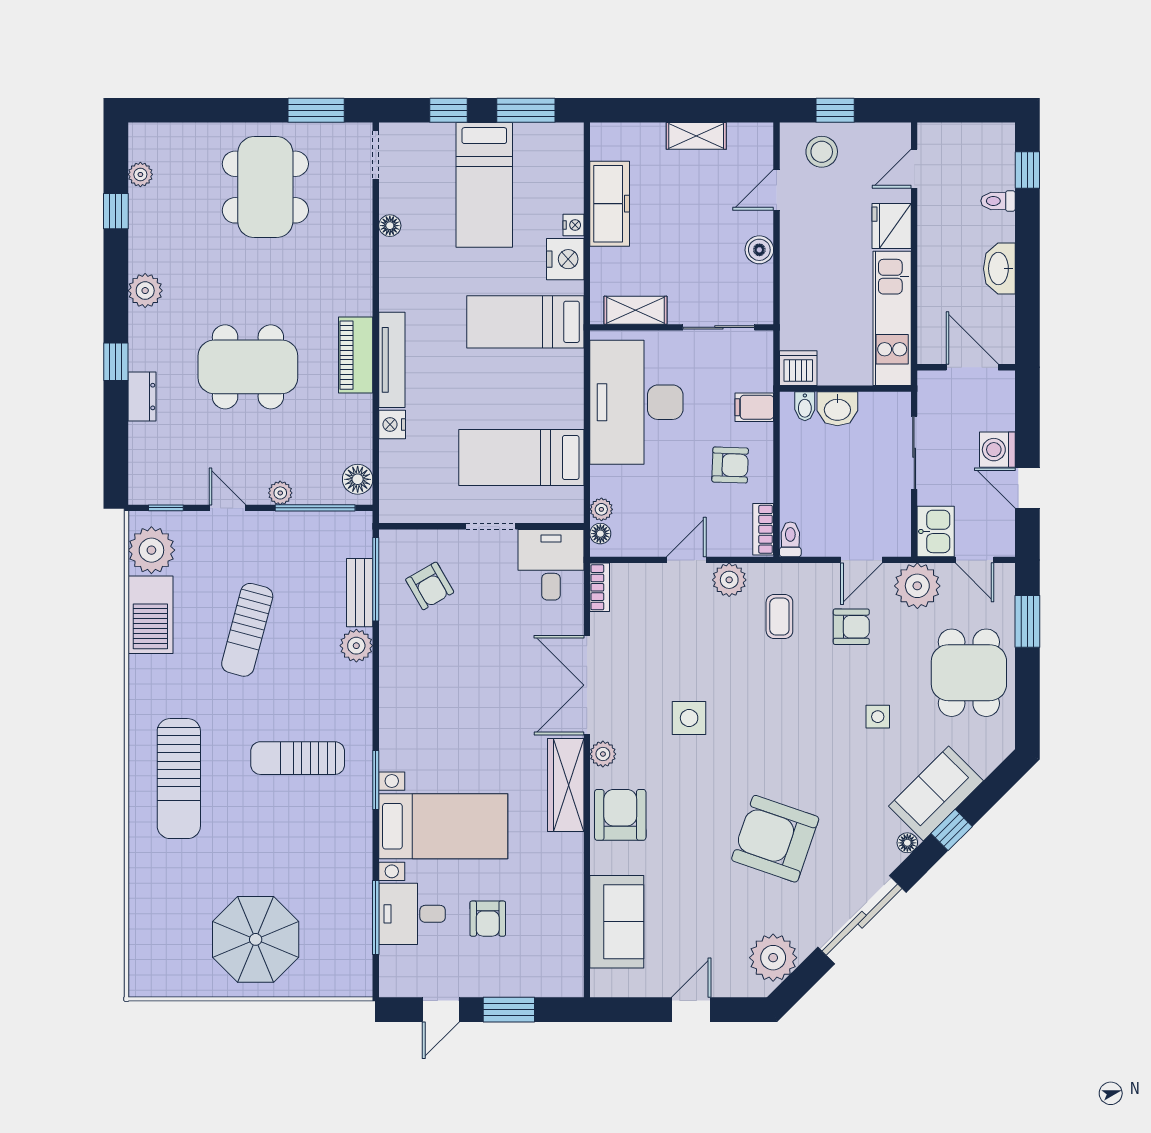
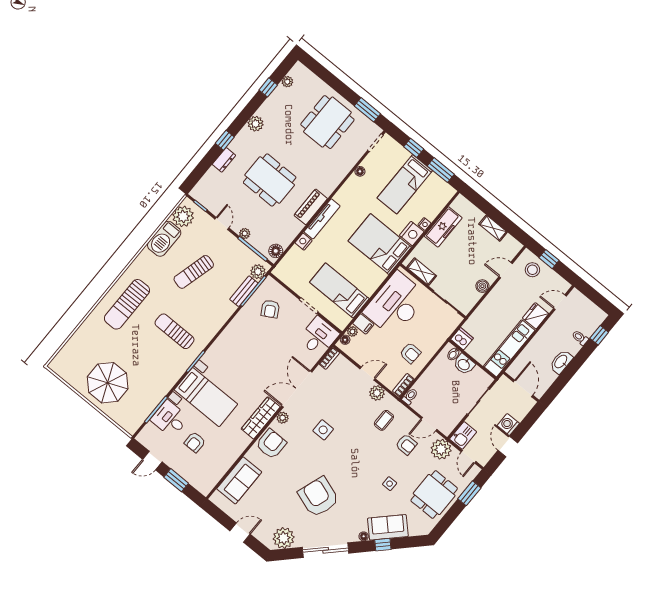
bed: (525, 322) -> (380, 244), width x1.50
filing cabinet: (754, 407) -> (363, 324), moved, turned 180
plant: (356, 646) -> (258, 272), moved

